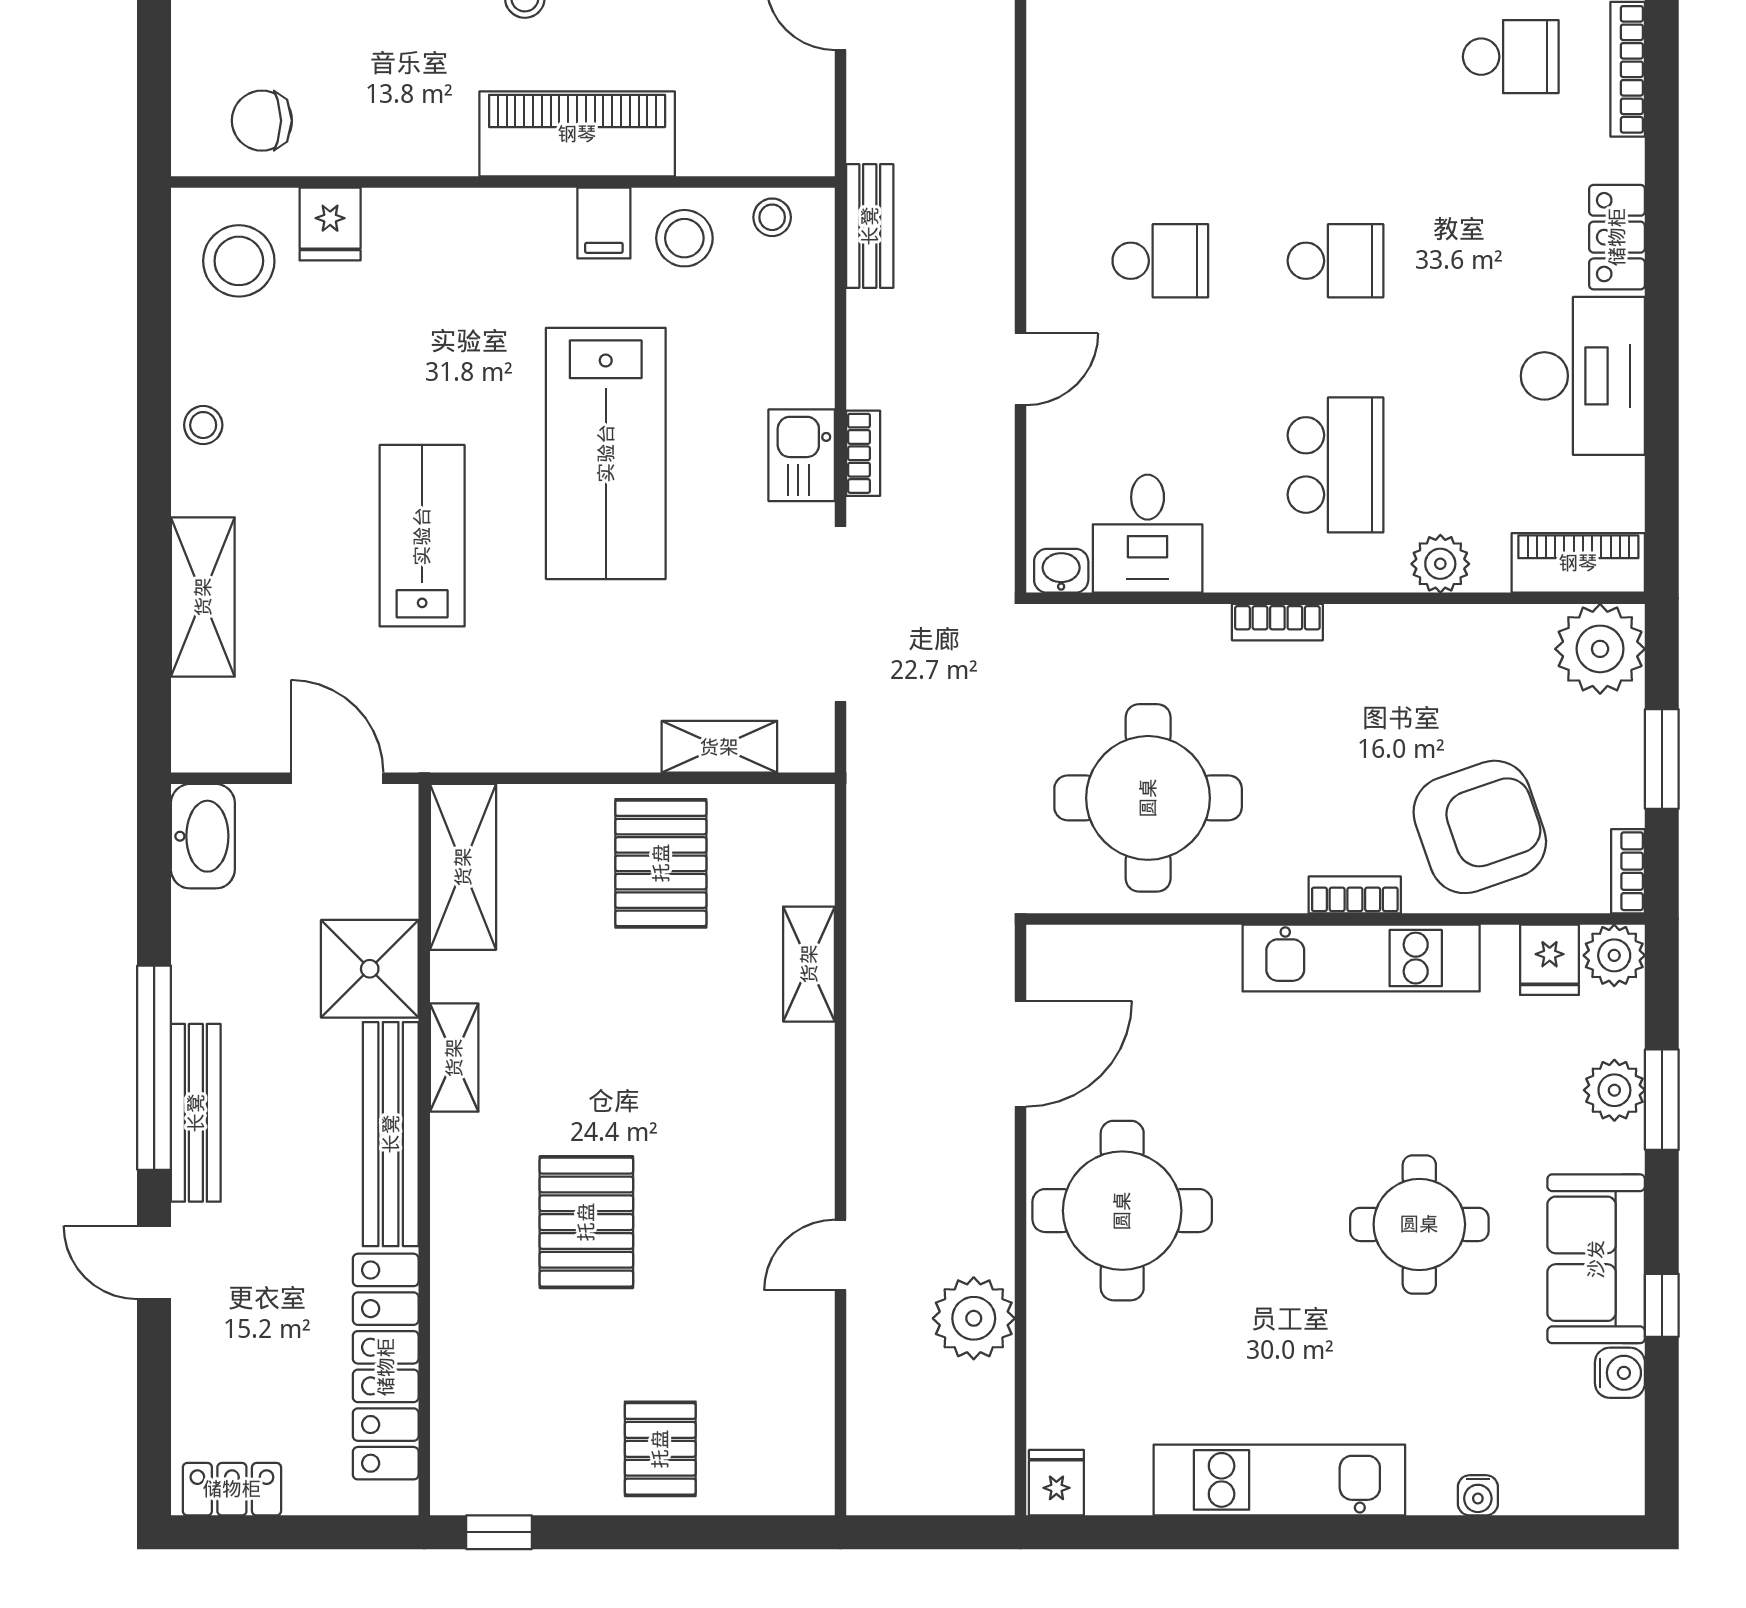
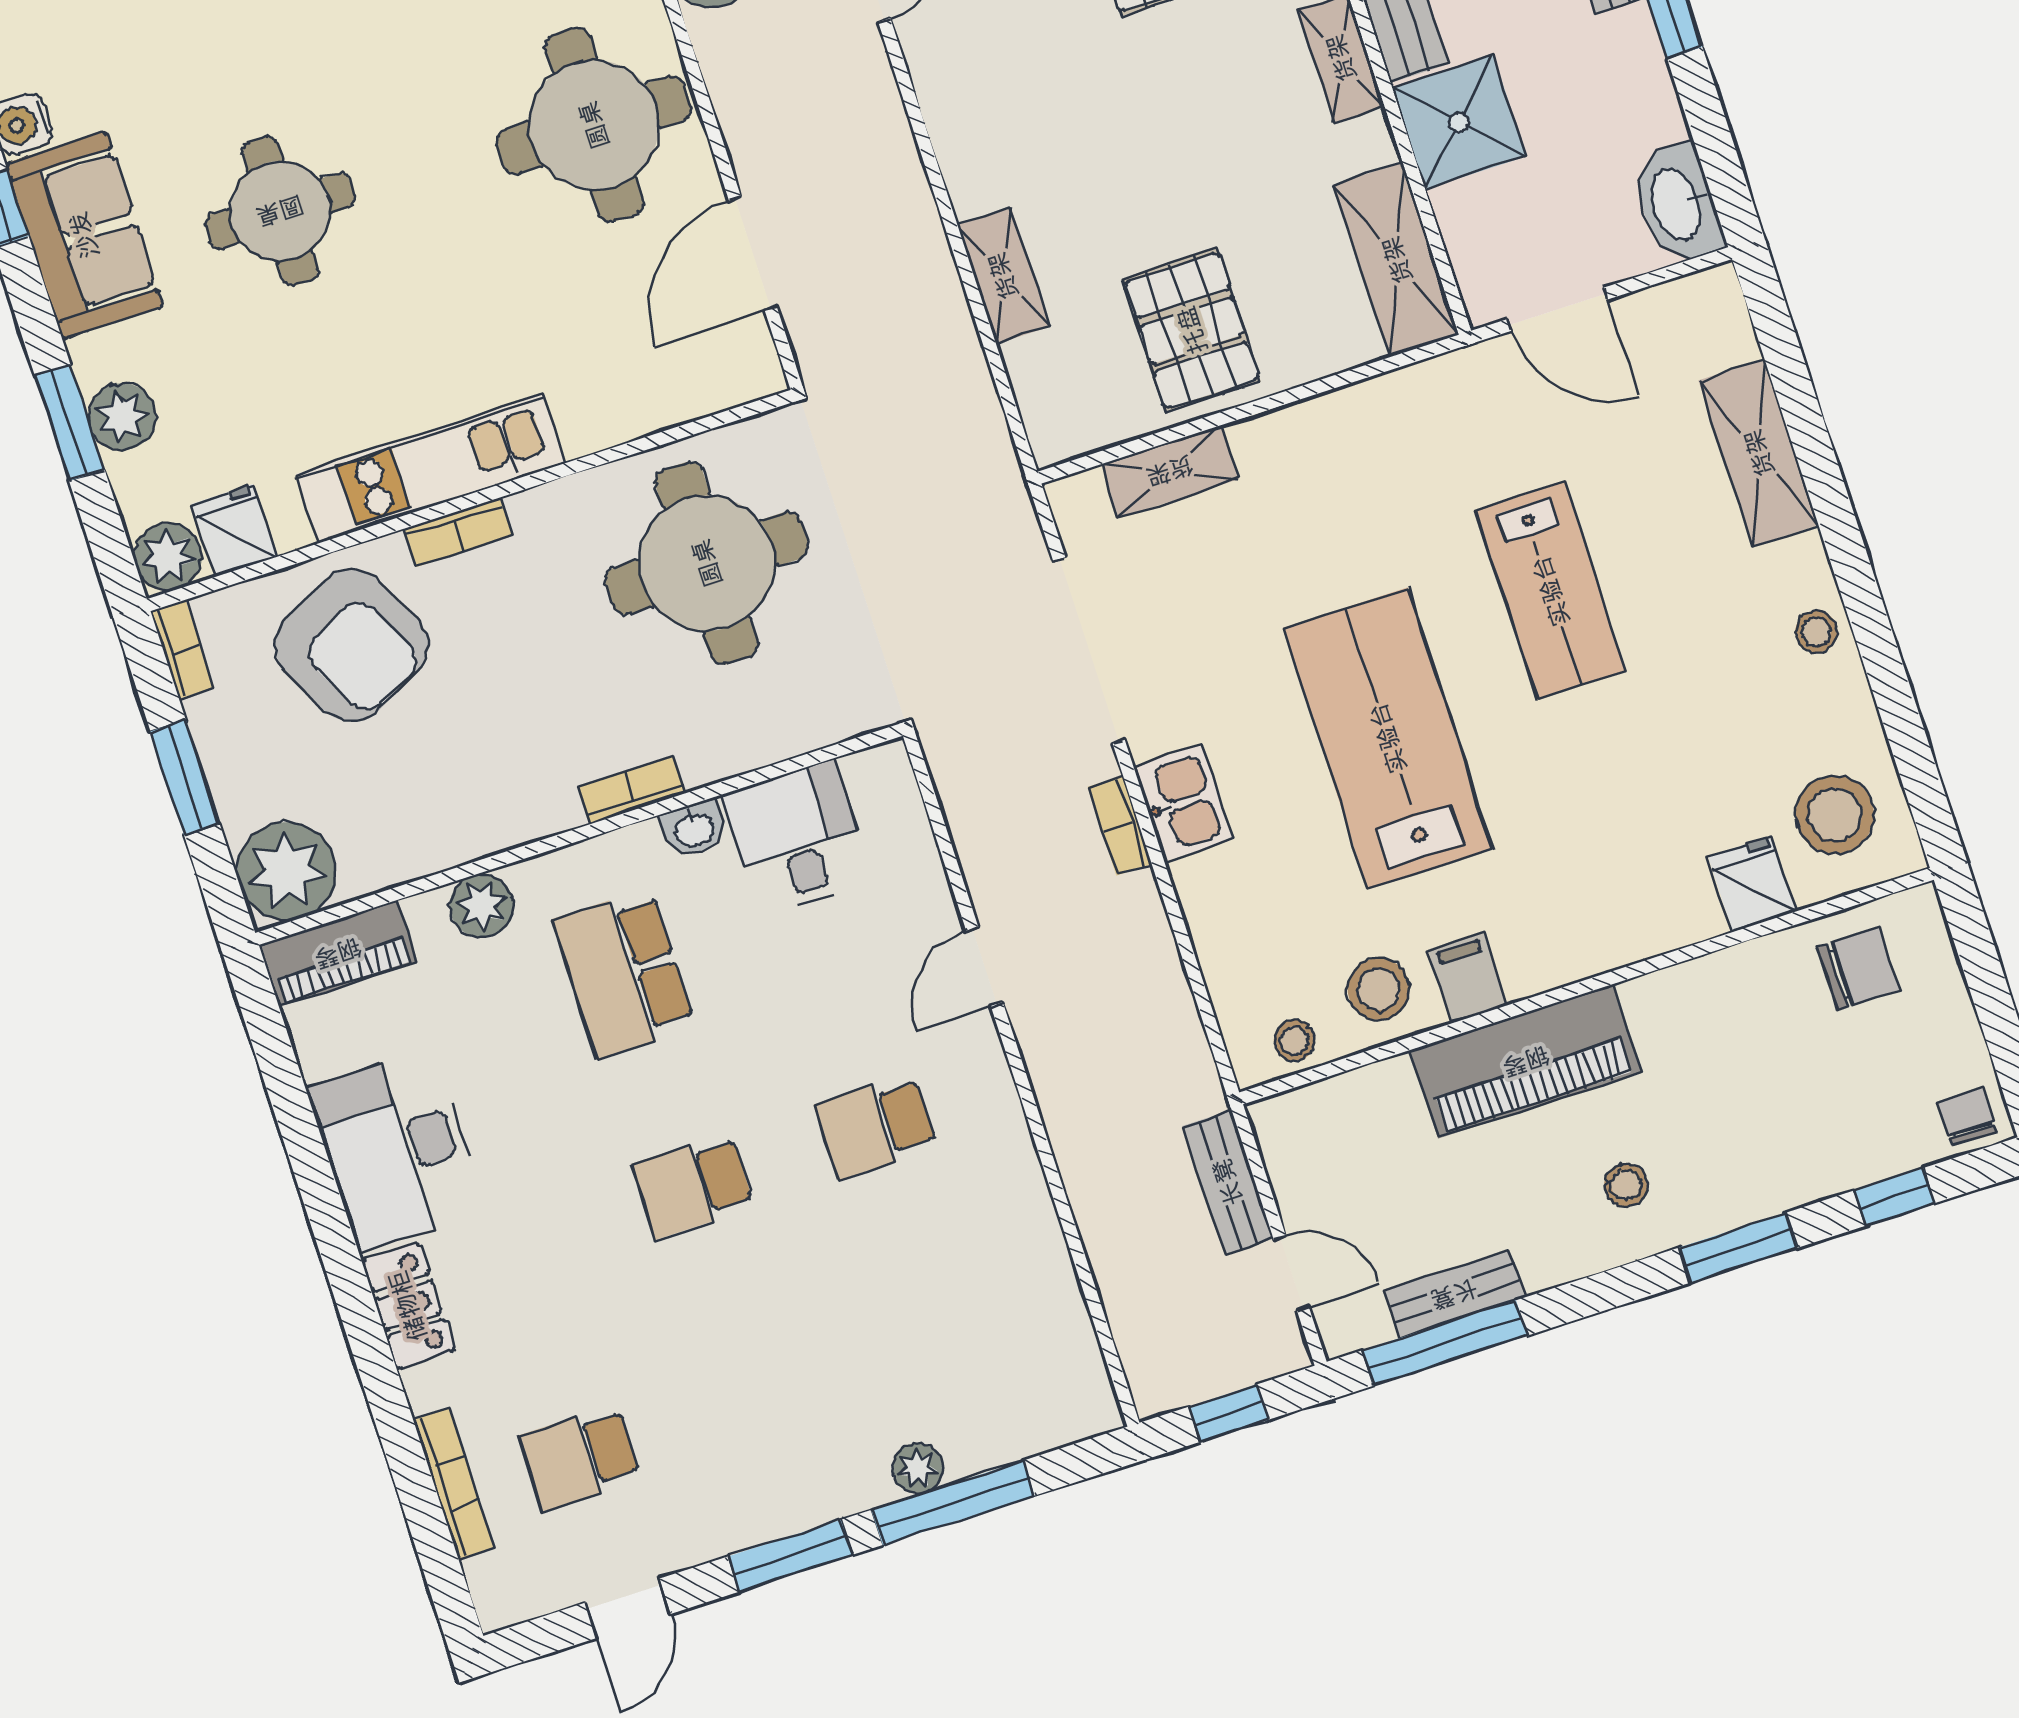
bench: (870, 226) -> (1228, 1182), moved
washbasin: (1061, 571) -> (694, 829), moved
armchair: (1480, 827) -> (352, 645), turned -98

